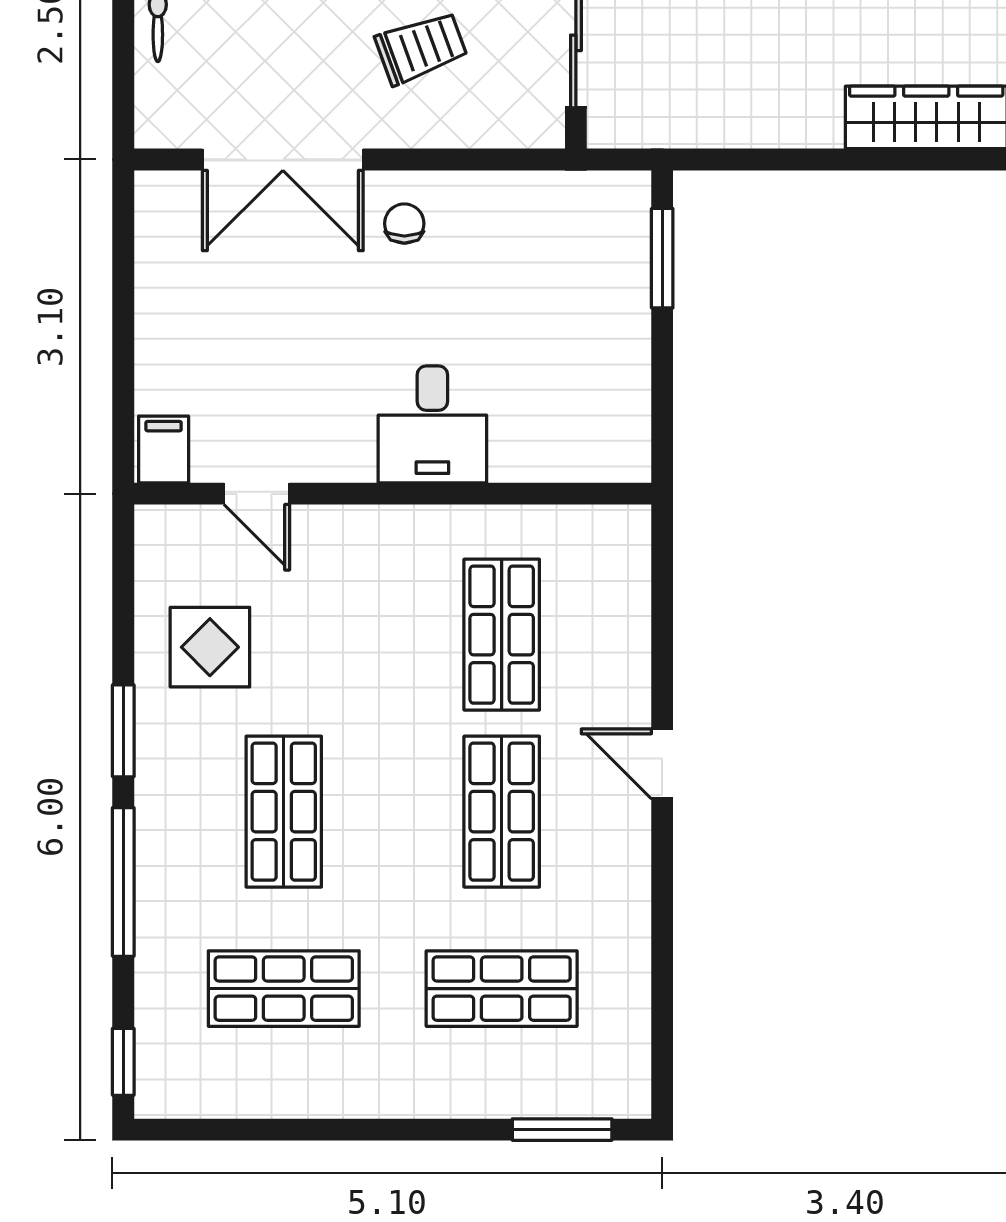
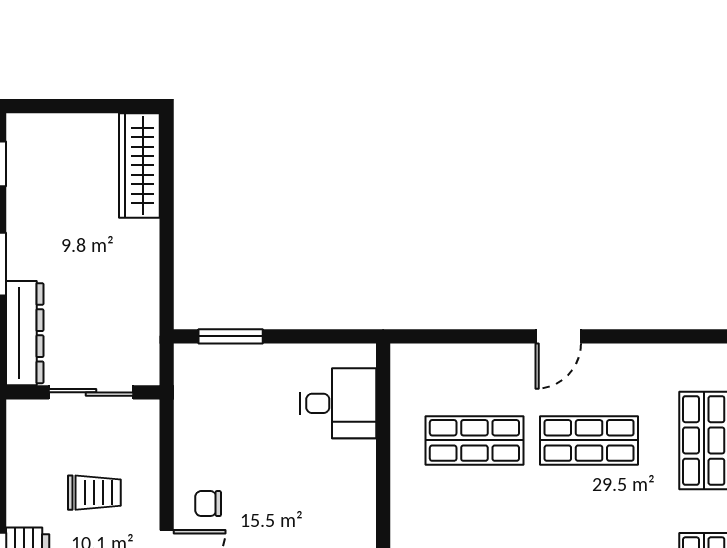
trolley: (421, 48) -> (94, 493), turned 110
desk: (432, 424) -> (338, 403), moved

